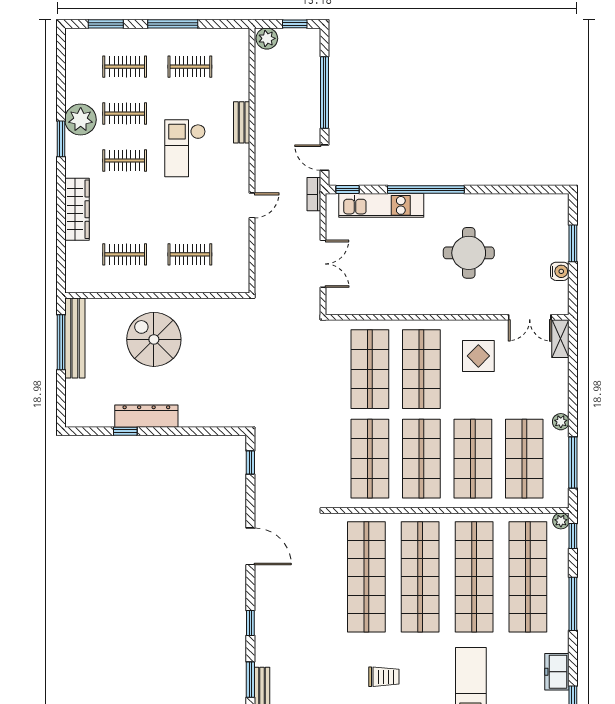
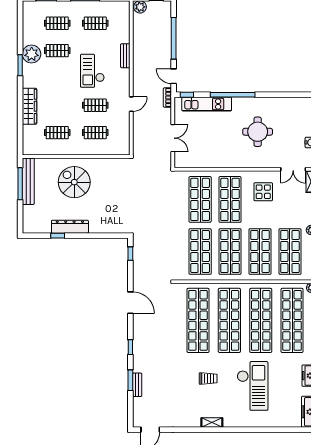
clothes rail: (125, 161) -> (95, 105), moved

